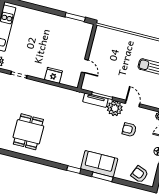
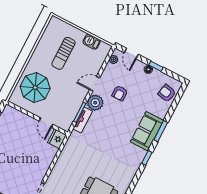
parasol: (116, 48) -> (35, 87), added
door: (85, 66) -> (46, 123), swing flipped
fridge: (53, 75) -> (57, 139), moved
armchair: (140, 174) -> (167, 93), turned 80

